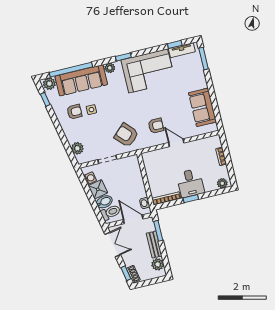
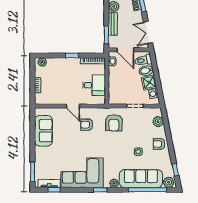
armchair: (74, 112) -> (159, 144), moved
armchair: (126, 135) -> (114, 123), turned 43
desk: (190, 183) -> (94, 85), moved, turned 90

